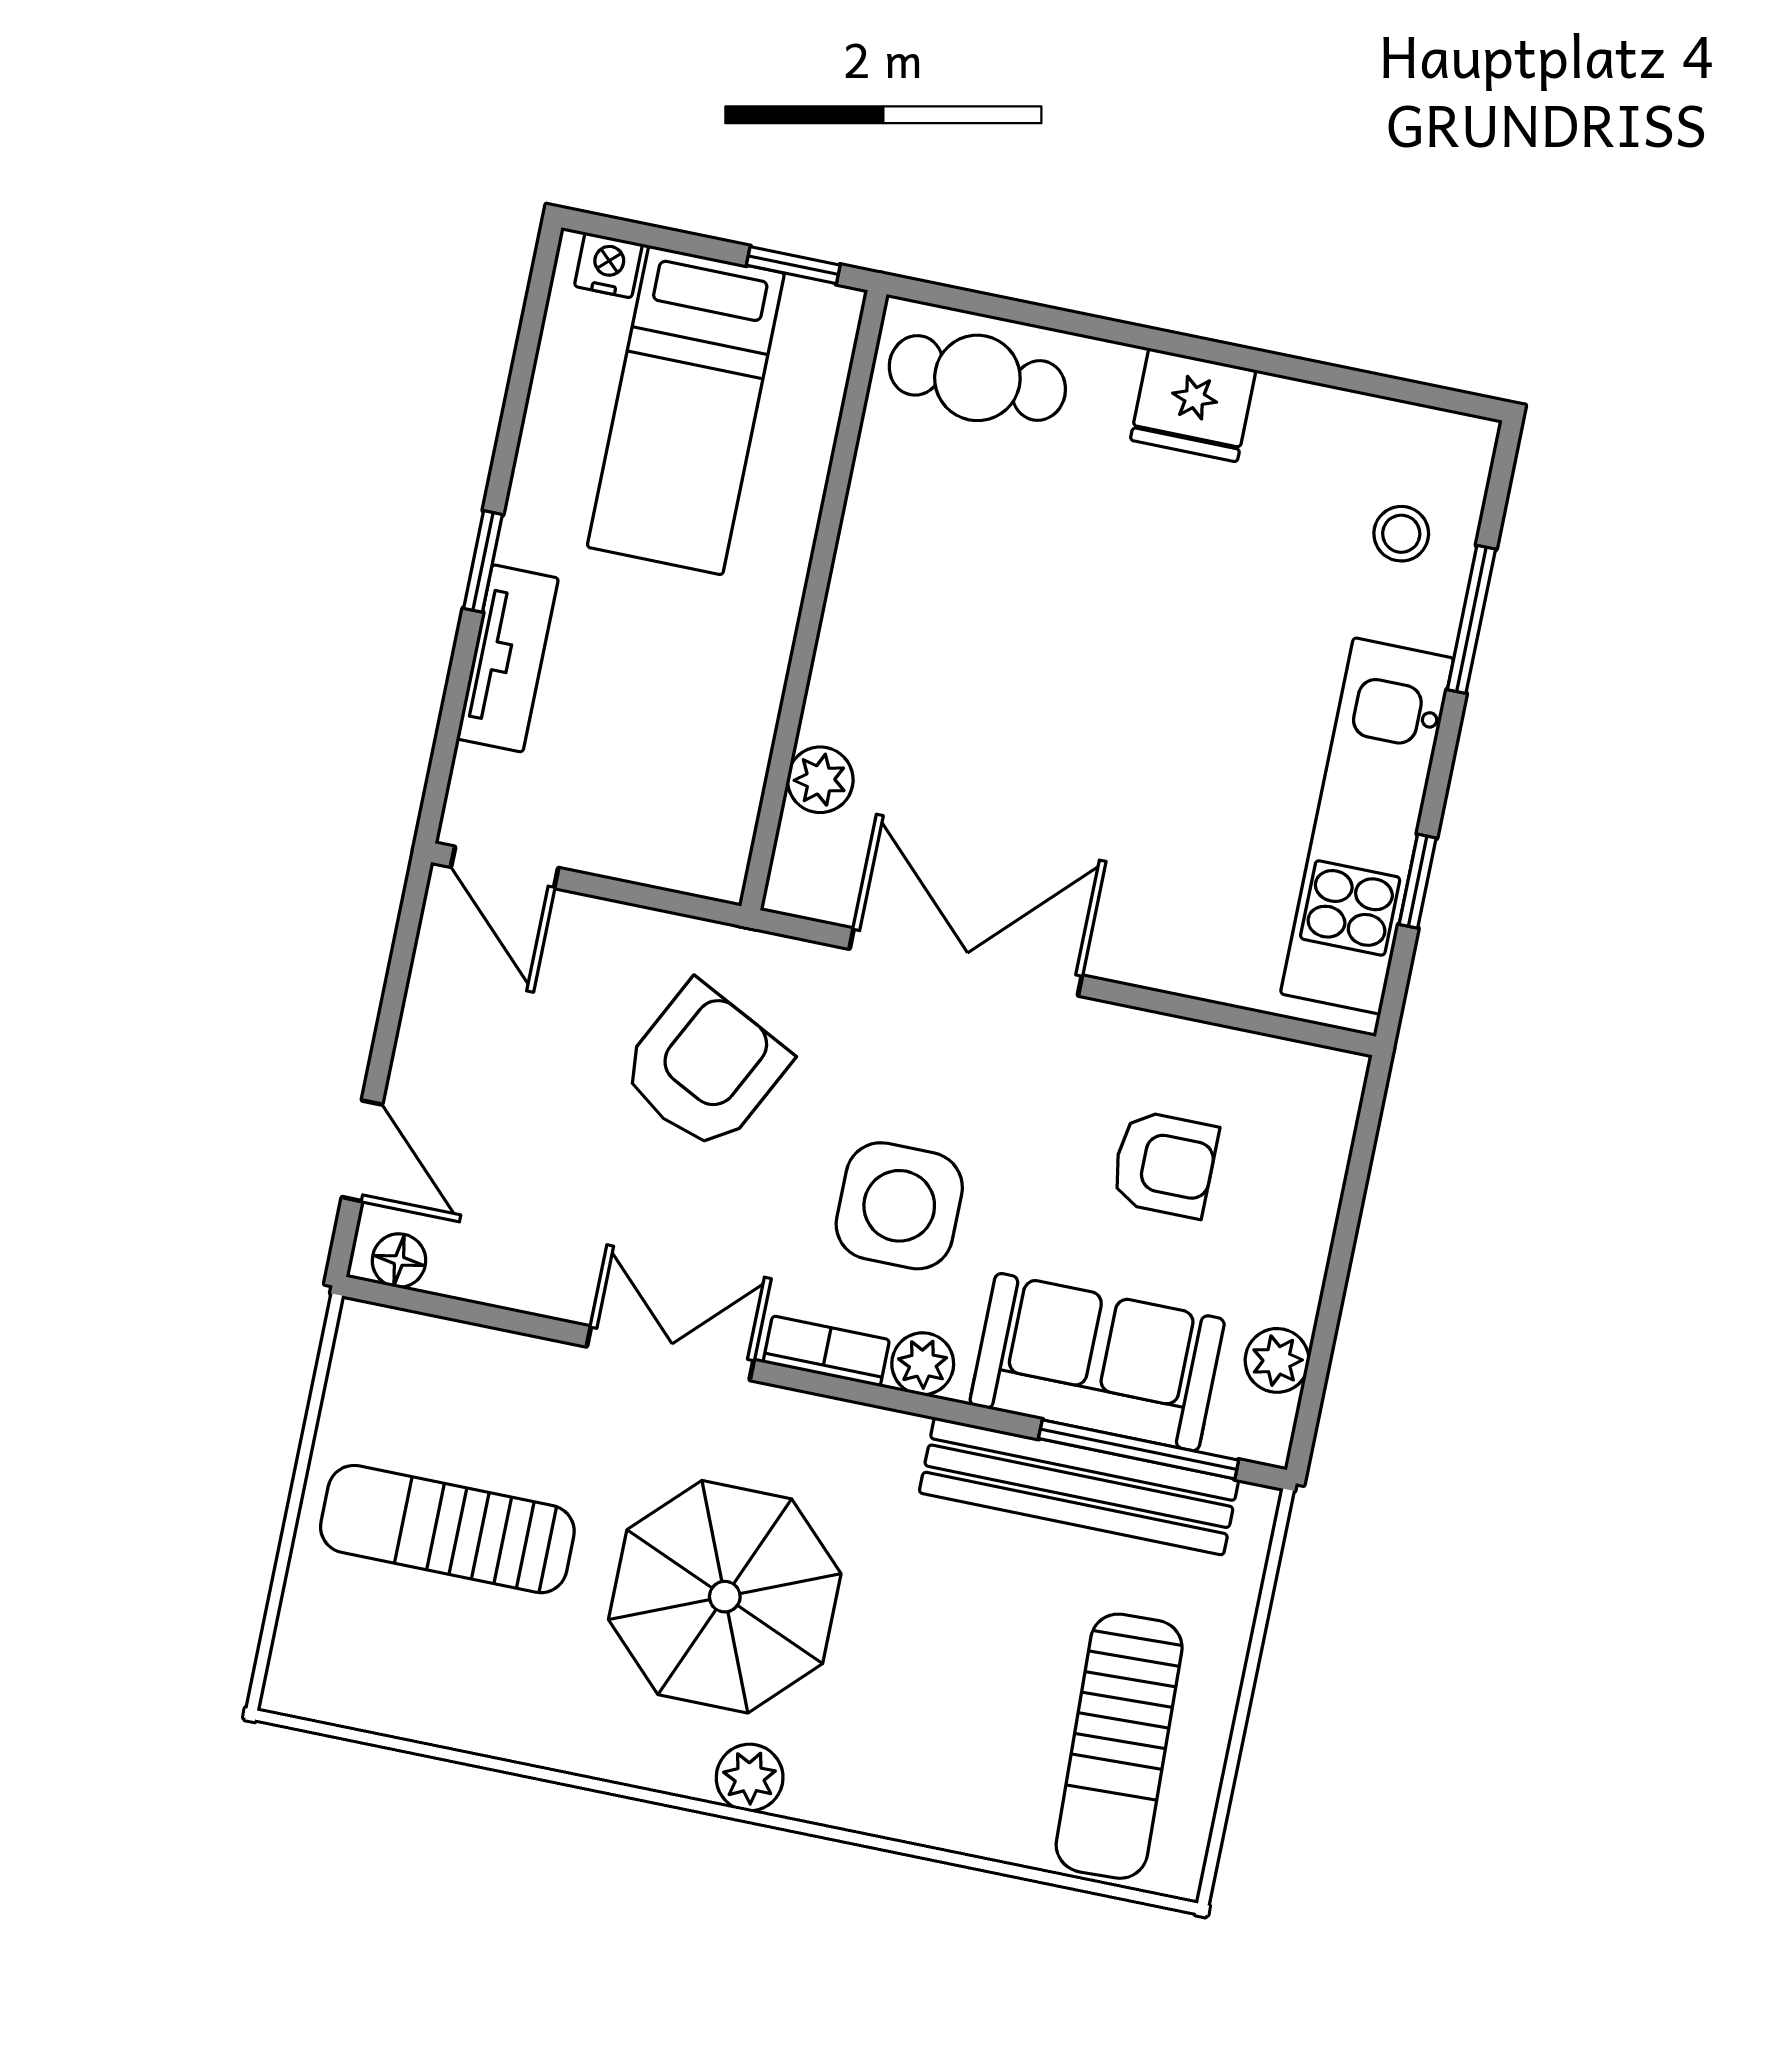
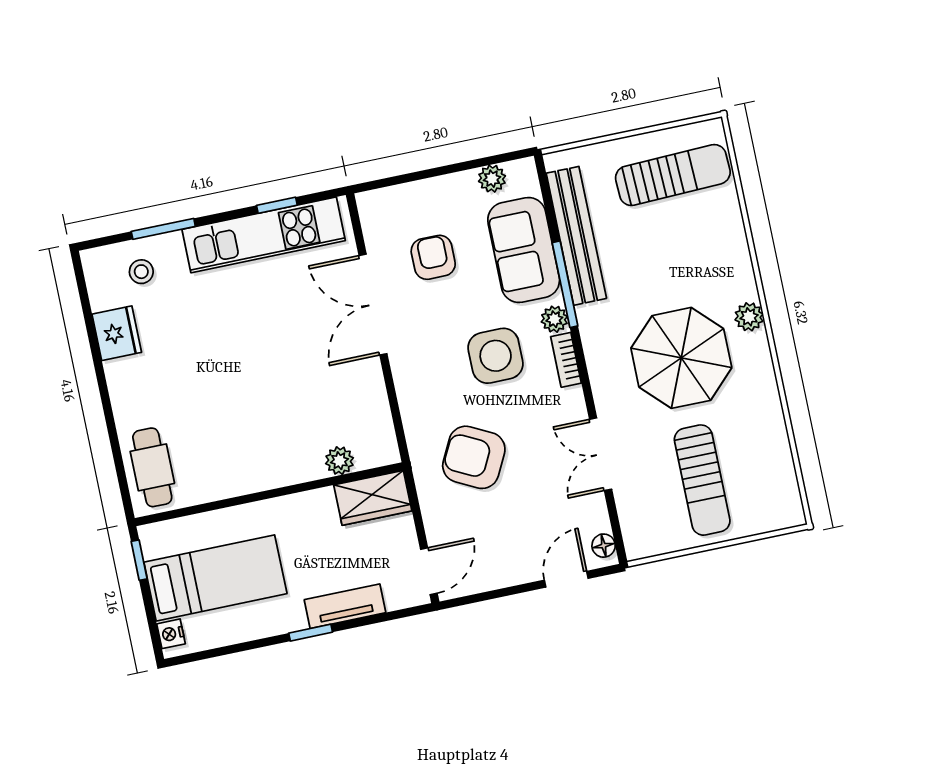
fridge: (1193, 405) -> (117, 333), moved
wardrobe: (711, 816) -> (373, 498), added
double door: (966, 962) -> (373, 305), moved
double door: (670, 1353) -> (601, 454), moved
window: (1139, 1449) -> (565, 284), moved

